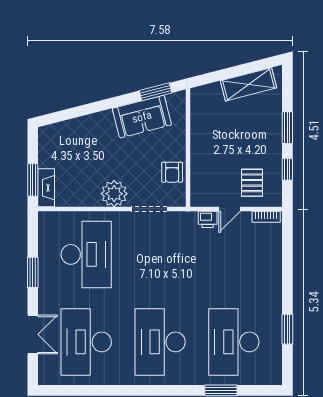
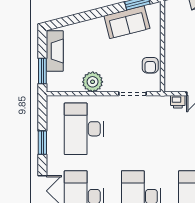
fireplace: (46, 188) -> (55, 51), moved, width x1.37, depth x1.32
plant: (114, 194) -> (93, 82), moved
desk: (86, 254) -> (84, 129), turned 180

